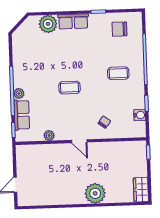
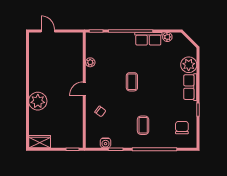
plant: (19, 93) -> (167, 37), moved
row of seats: (22, 115) -> (148, 39), moved

